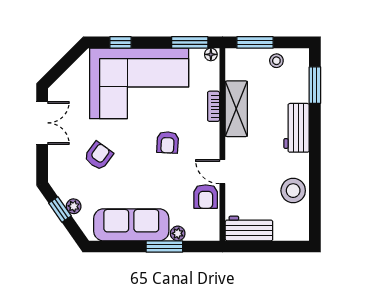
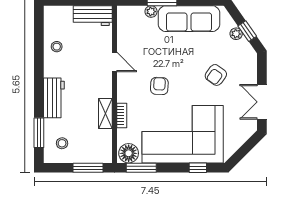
floor lamp: (211, 54) -> (129, 153), width x1.89, depth x1.89
stool: (276, 61) -> (62, 143), moved
shelving: (236, 109) -> (105, 113), width x0.67, depth x0.75
stool: (293, 191) -> (57, 47), width x0.53, depth x0.53
armchair: (206, 197) -> (128, 42), removed

